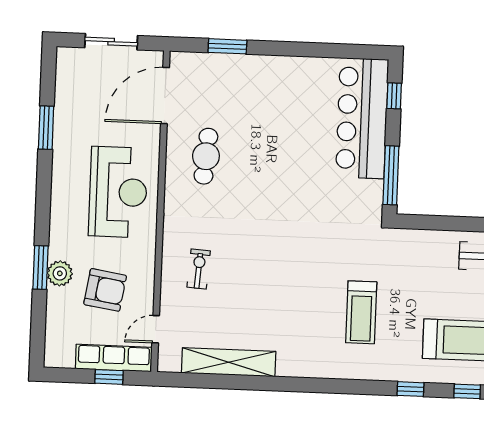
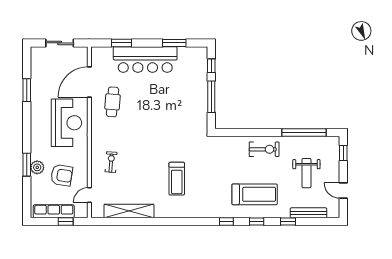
window: (326, 50) -> (174, 43), added
door: (165, 96) -> (89, 82), moved
bar counter: (362, 118) -> (145, 60), moved, turned -90
window: (391, 175) -> (211, 97), moved
treadmill: (361, 312) -> (177, 179), moved
row of seats: (114, 358) -> (54, 211), moved

